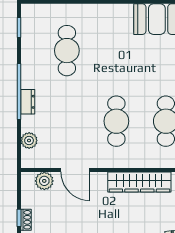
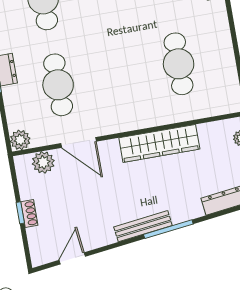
cafe table: (116, 121) -> (58, 85), moved
plant: (29, 141) -> (20, 140), moved

